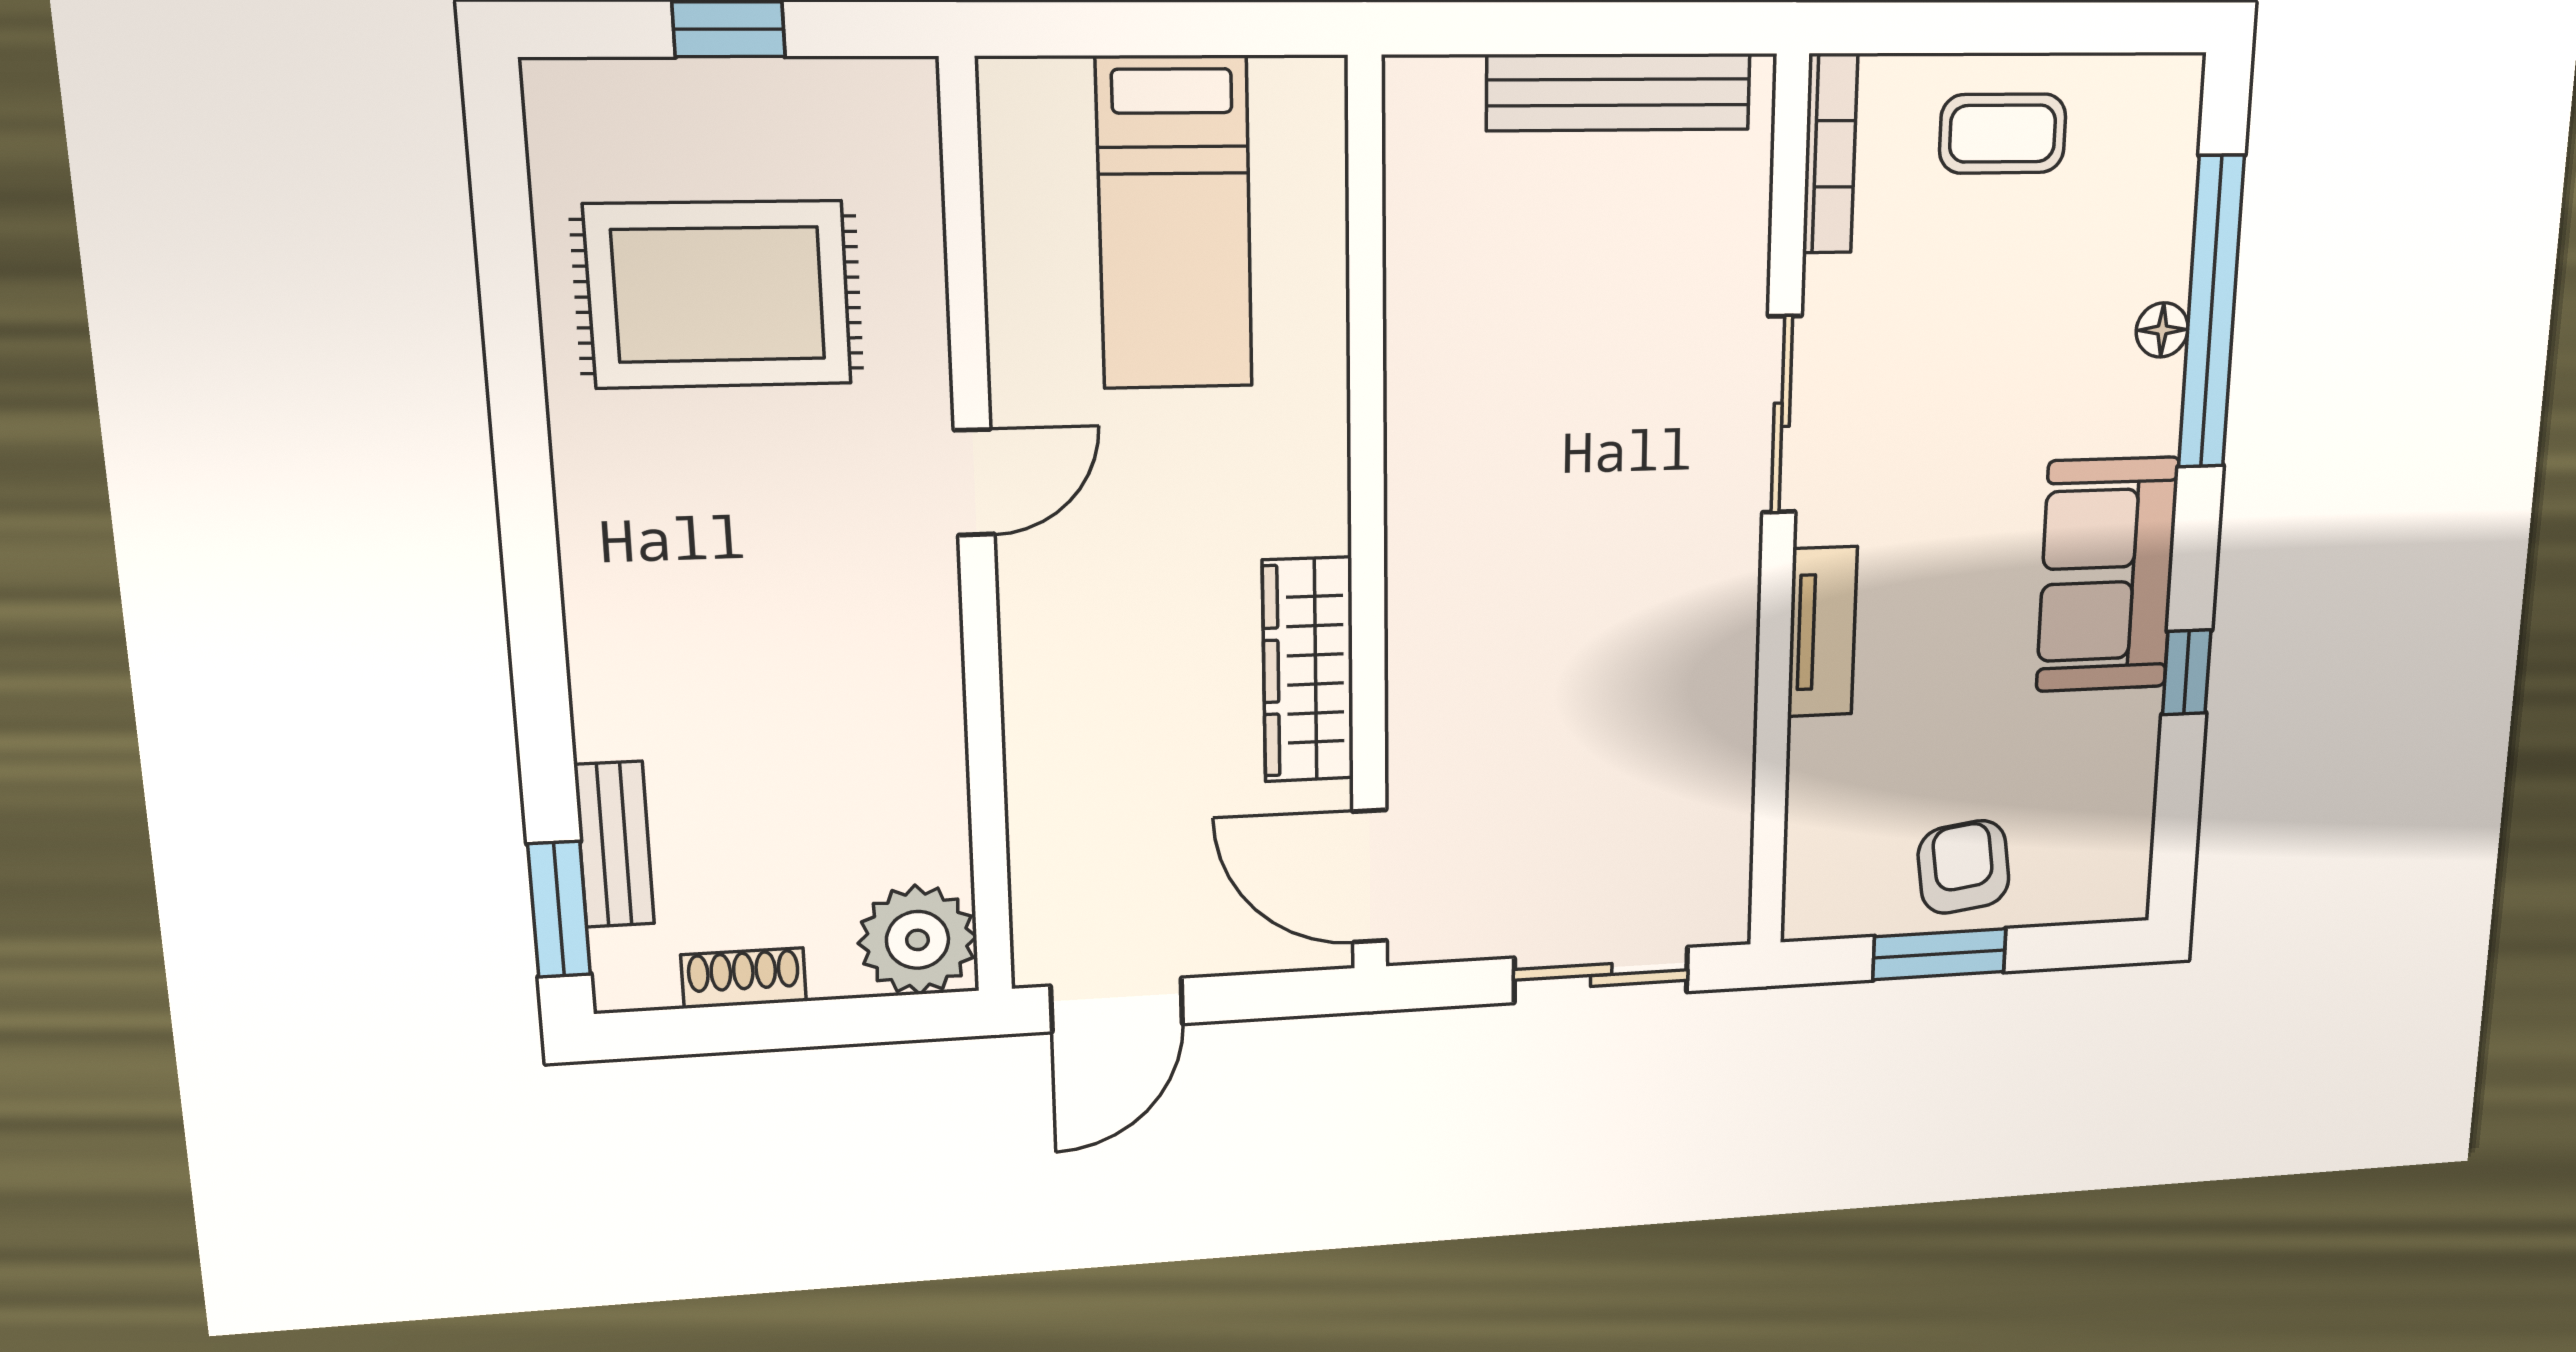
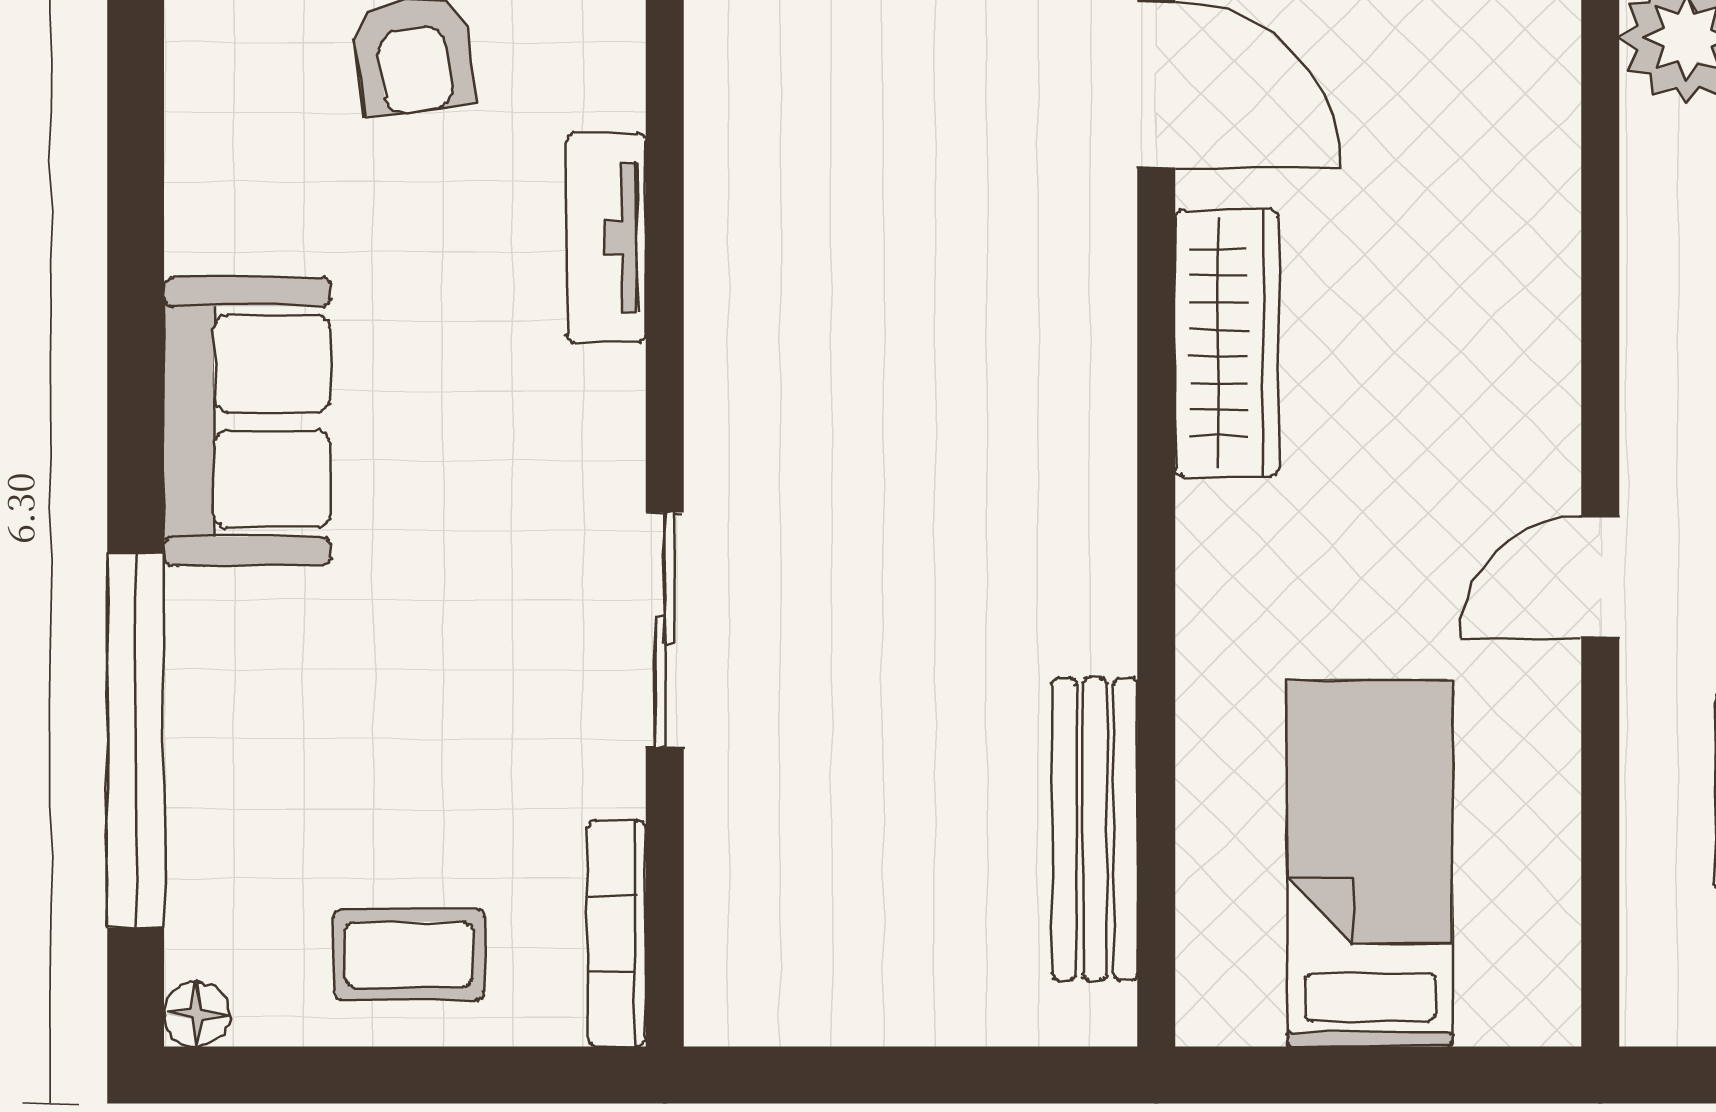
bench: (1619, 92) -> (1095, 829), moved, turned 90
floor lamp: (2162, 330) -> (197, 1014), moved
tv unit: (1822, 632) -> (606, 238), moved
window: (2187, 672) -> (136, 293), removed

